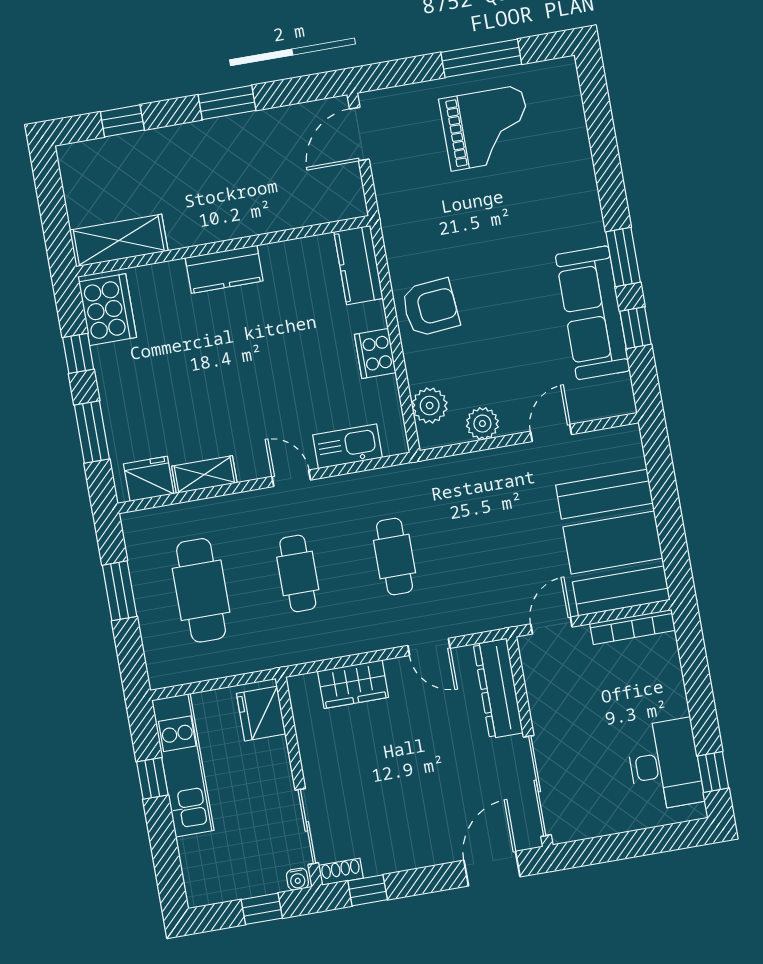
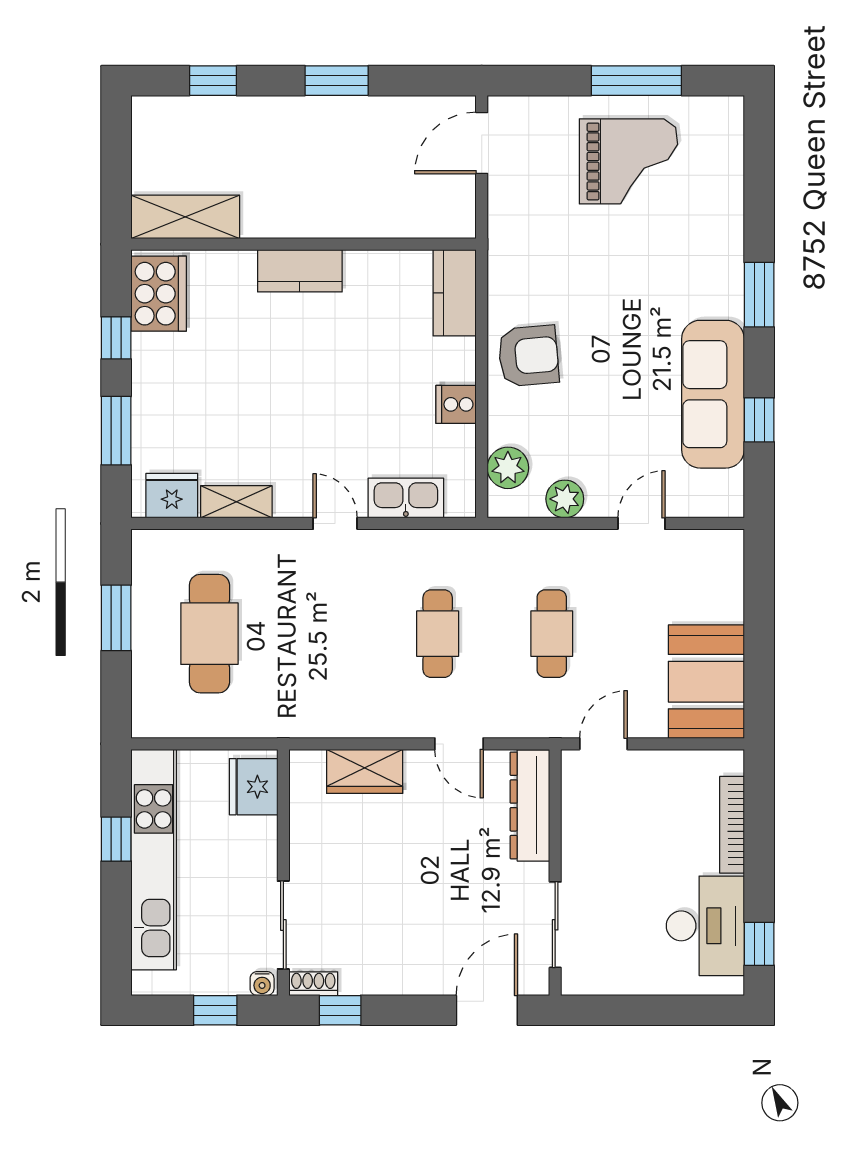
window: (623, 257) -> (759, 295), moved
cooker: (375, 354) -> (456, 404), width x0.73
booth: (613, 543) -> (706, 682), width x0.73, depth x0.70
cafe table: (298, 573) -> (552, 634), moved
bookcase: (633, 627) -> (732, 825), moved, turned 90
kitchen unit: (183, 765) -> (154, 860), width x1.36
sliding door: (537, 786) -> (555, 925), width x0.73

